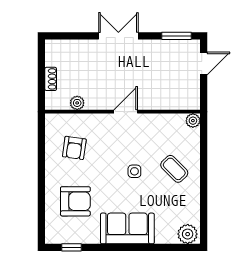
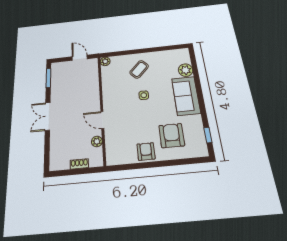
door: (204, 63) -> (80, 58), moved
door: (126, 112) -> (102, 120), moved
armchair: (74, 148) -> (146, 151), moved, turned -98
plant: (188, 234) -> (186, 70), moved

